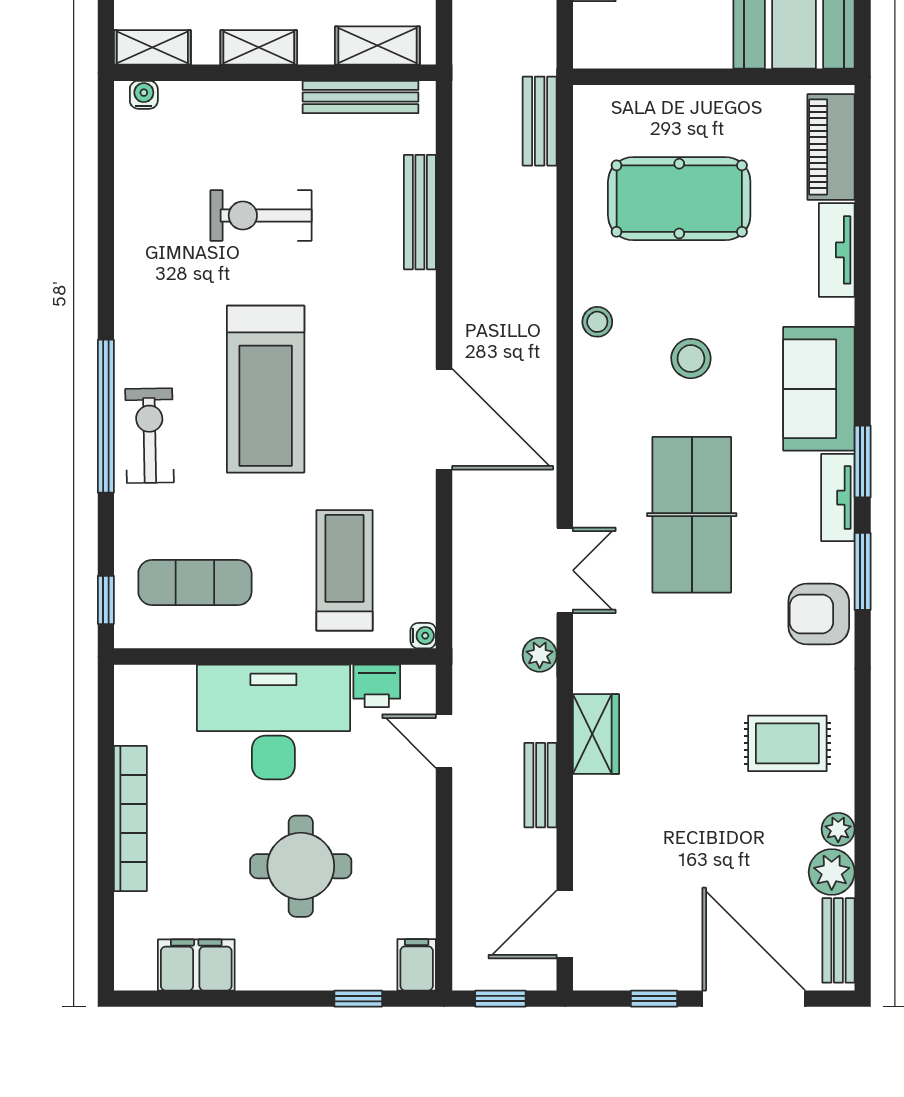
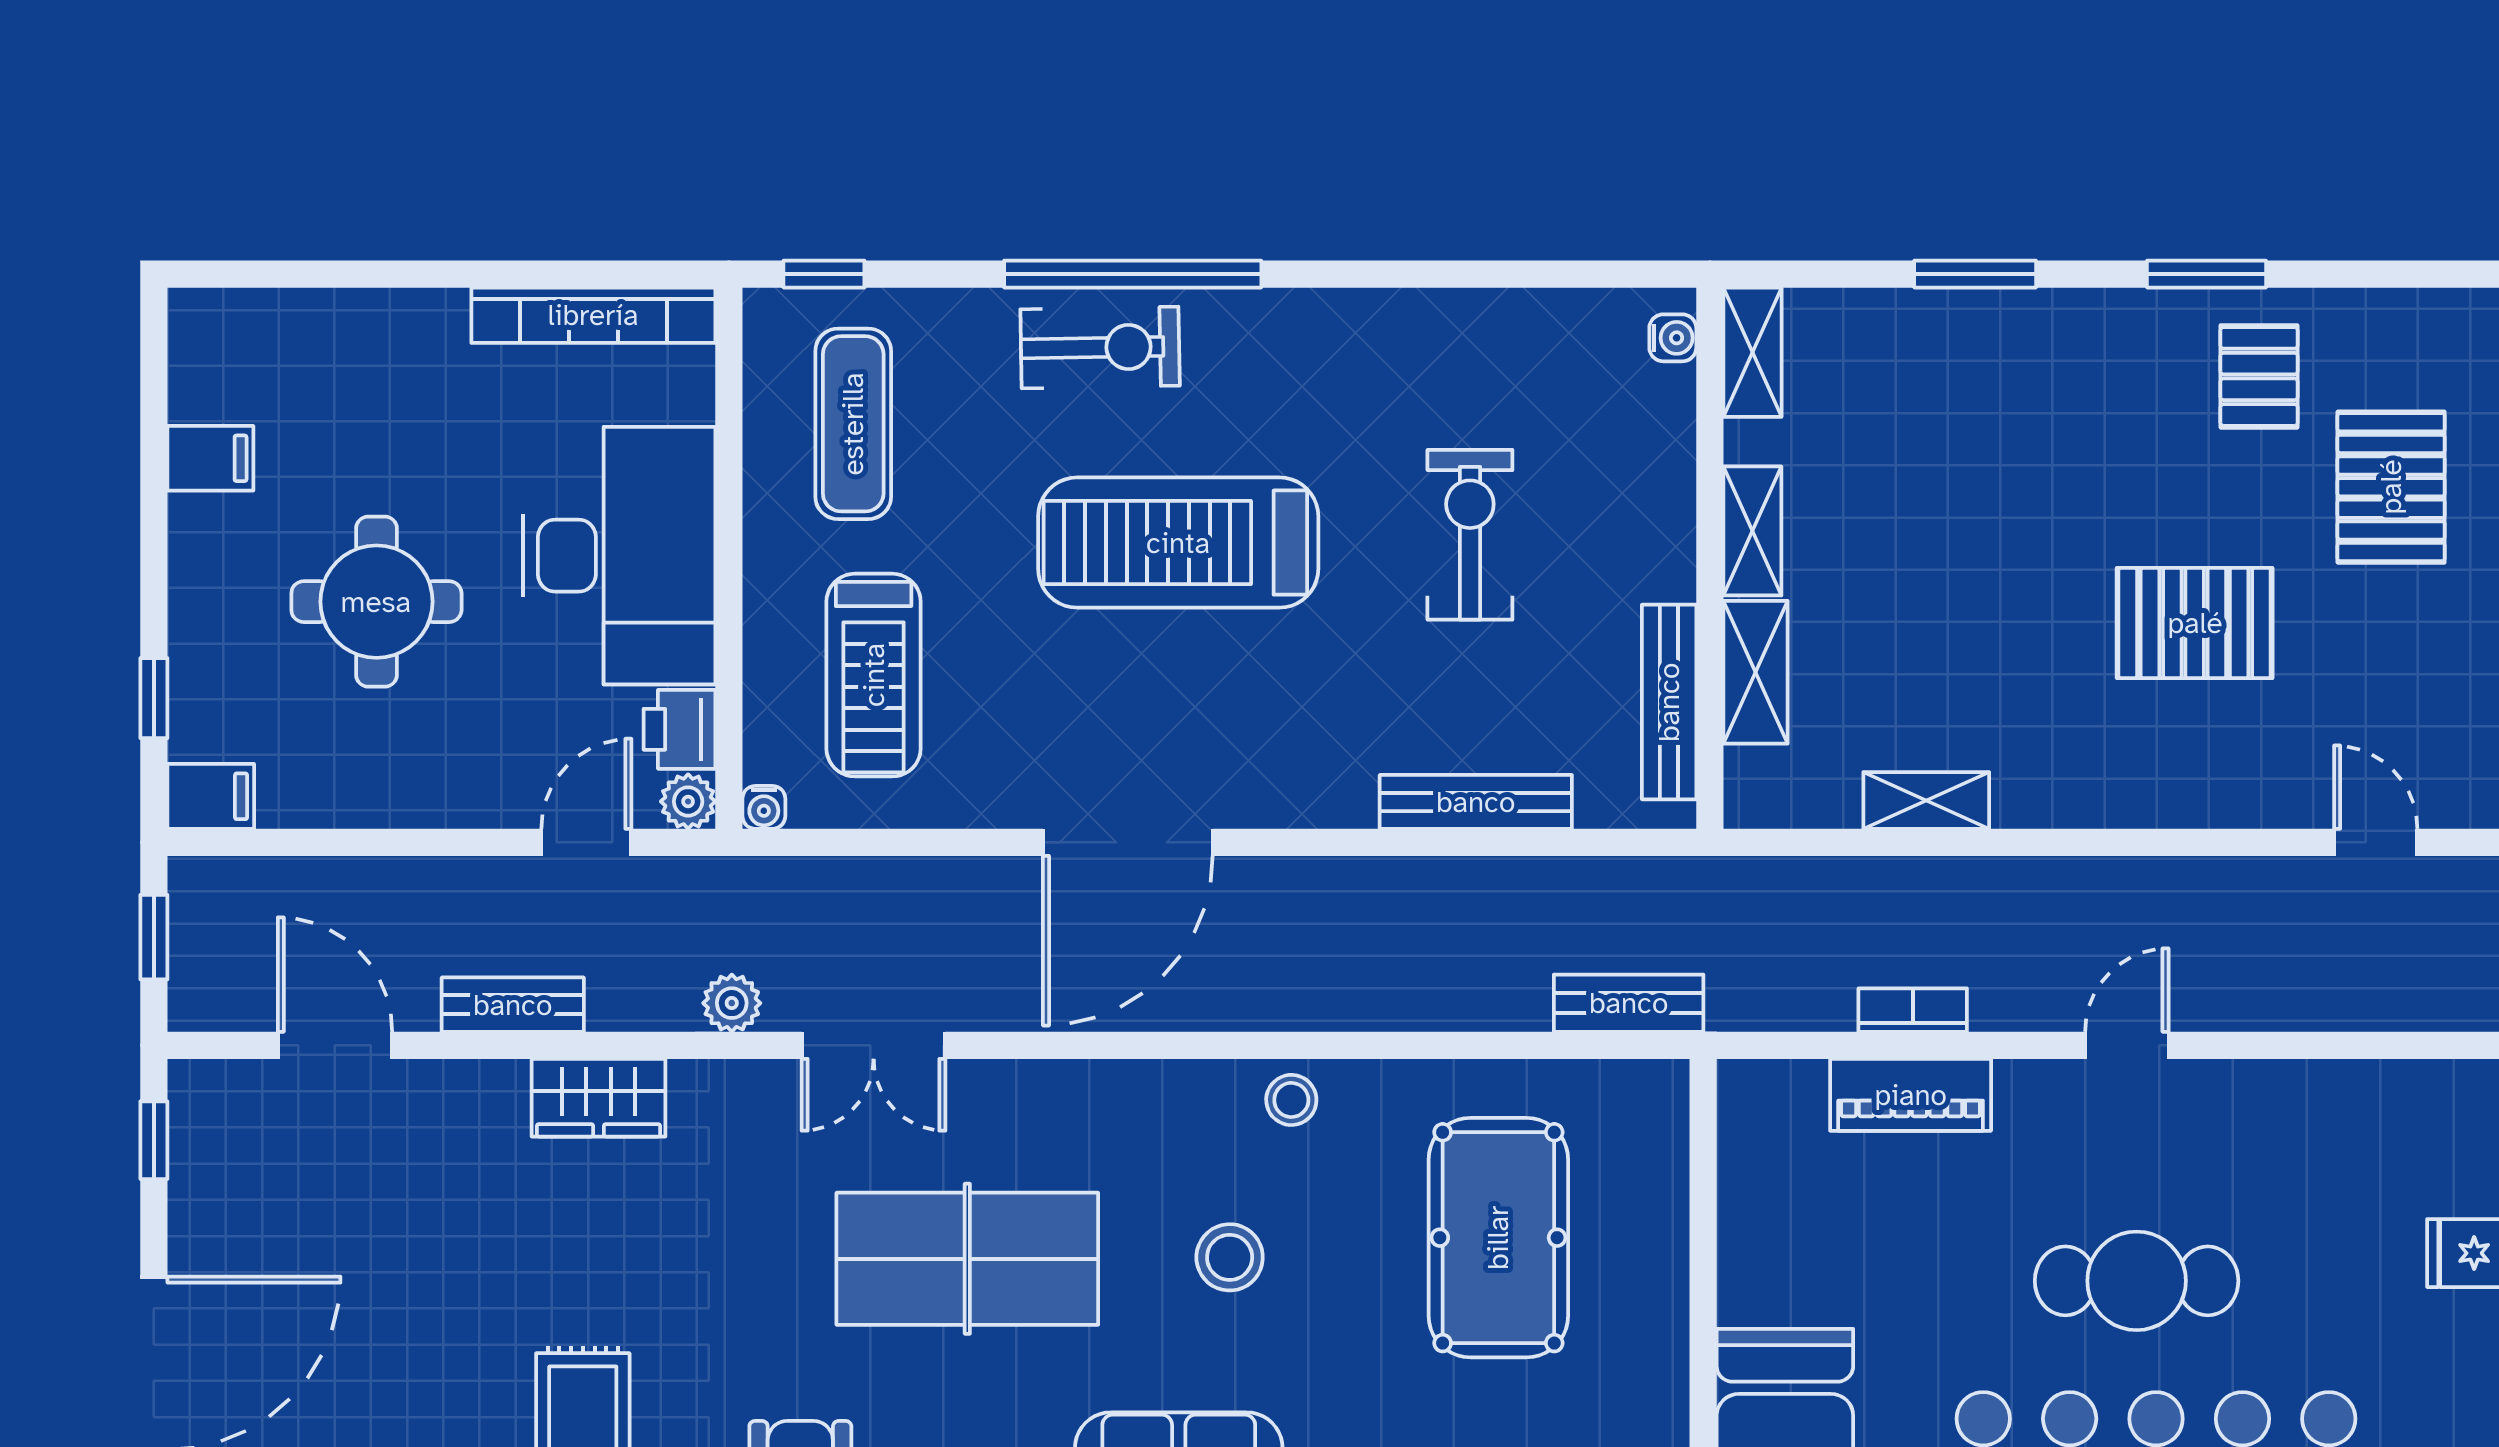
shelving: (377, 46) -> (1756, 672), moved
treadmill: (344, 570) -> (874, 675), turned 90
plant: (420, 681) -> (688, 801), added
bookcase: (130, 819) -> (593, 315), moved
door: (565, 924) -> (335, 1045), moved
filing cabinet: (196, 965) -> (210, 458), width x0.50
window: (654, 999) -> (154, 1140), moved

